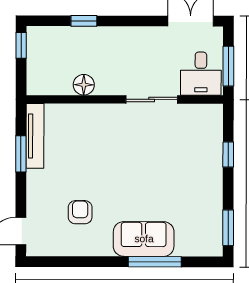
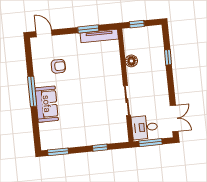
window: (21, 45) -> (137, 24), moved
window: (155, 262) -> (32, 91), moved

